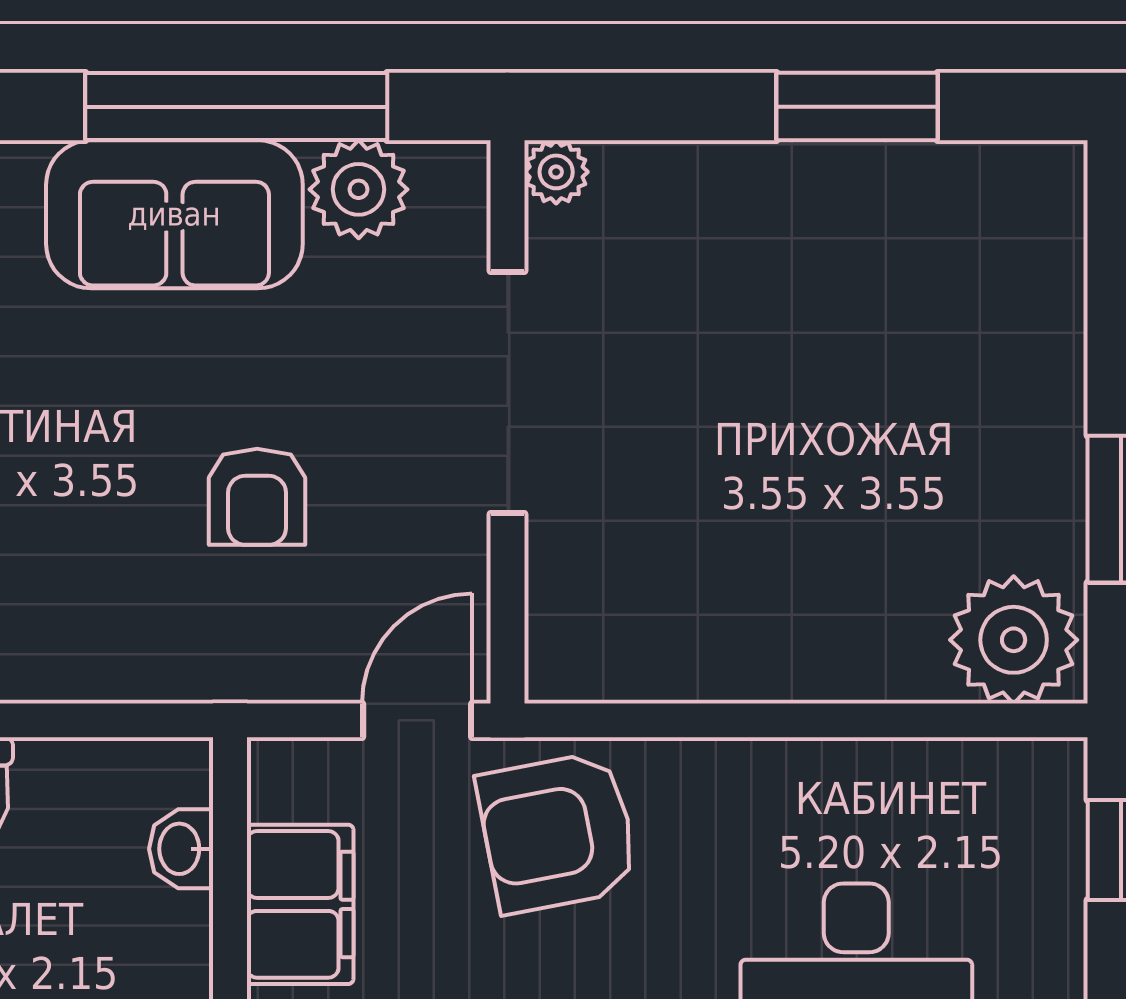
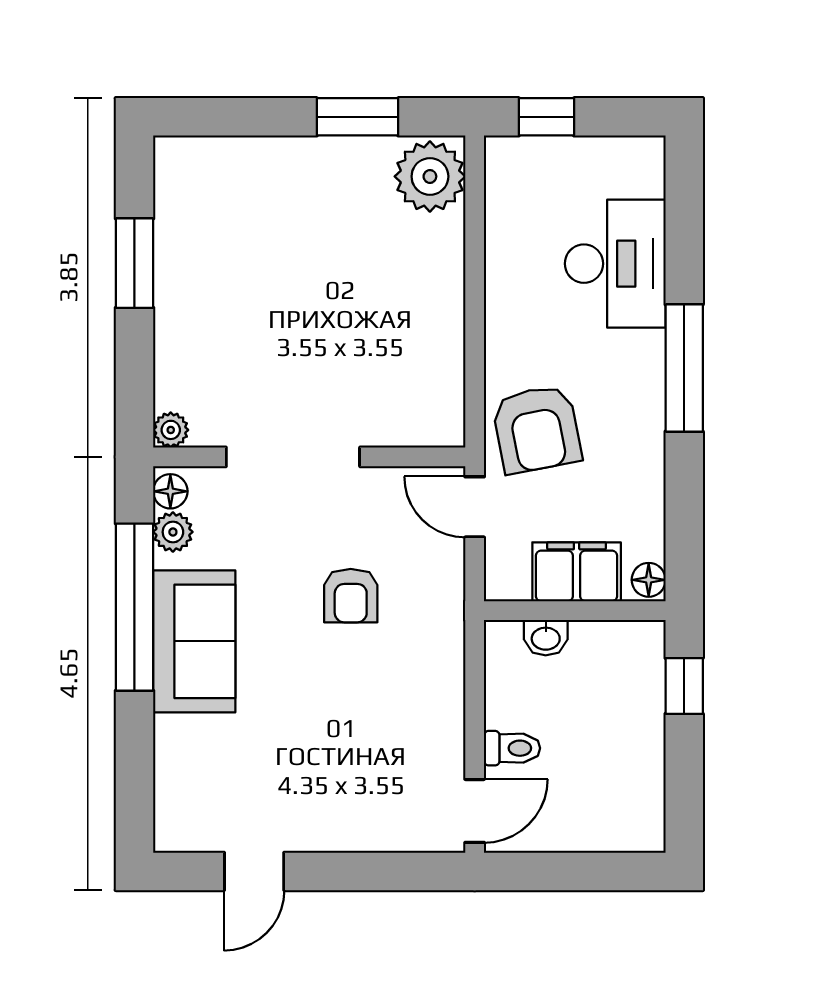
floor lamp: (445, 171) -> (170, 491), added
plant: (359, 189) -> (173, 532), width x0.73, depth x0.73
armchair: (257, 497) -> (351, 596), turned 90

